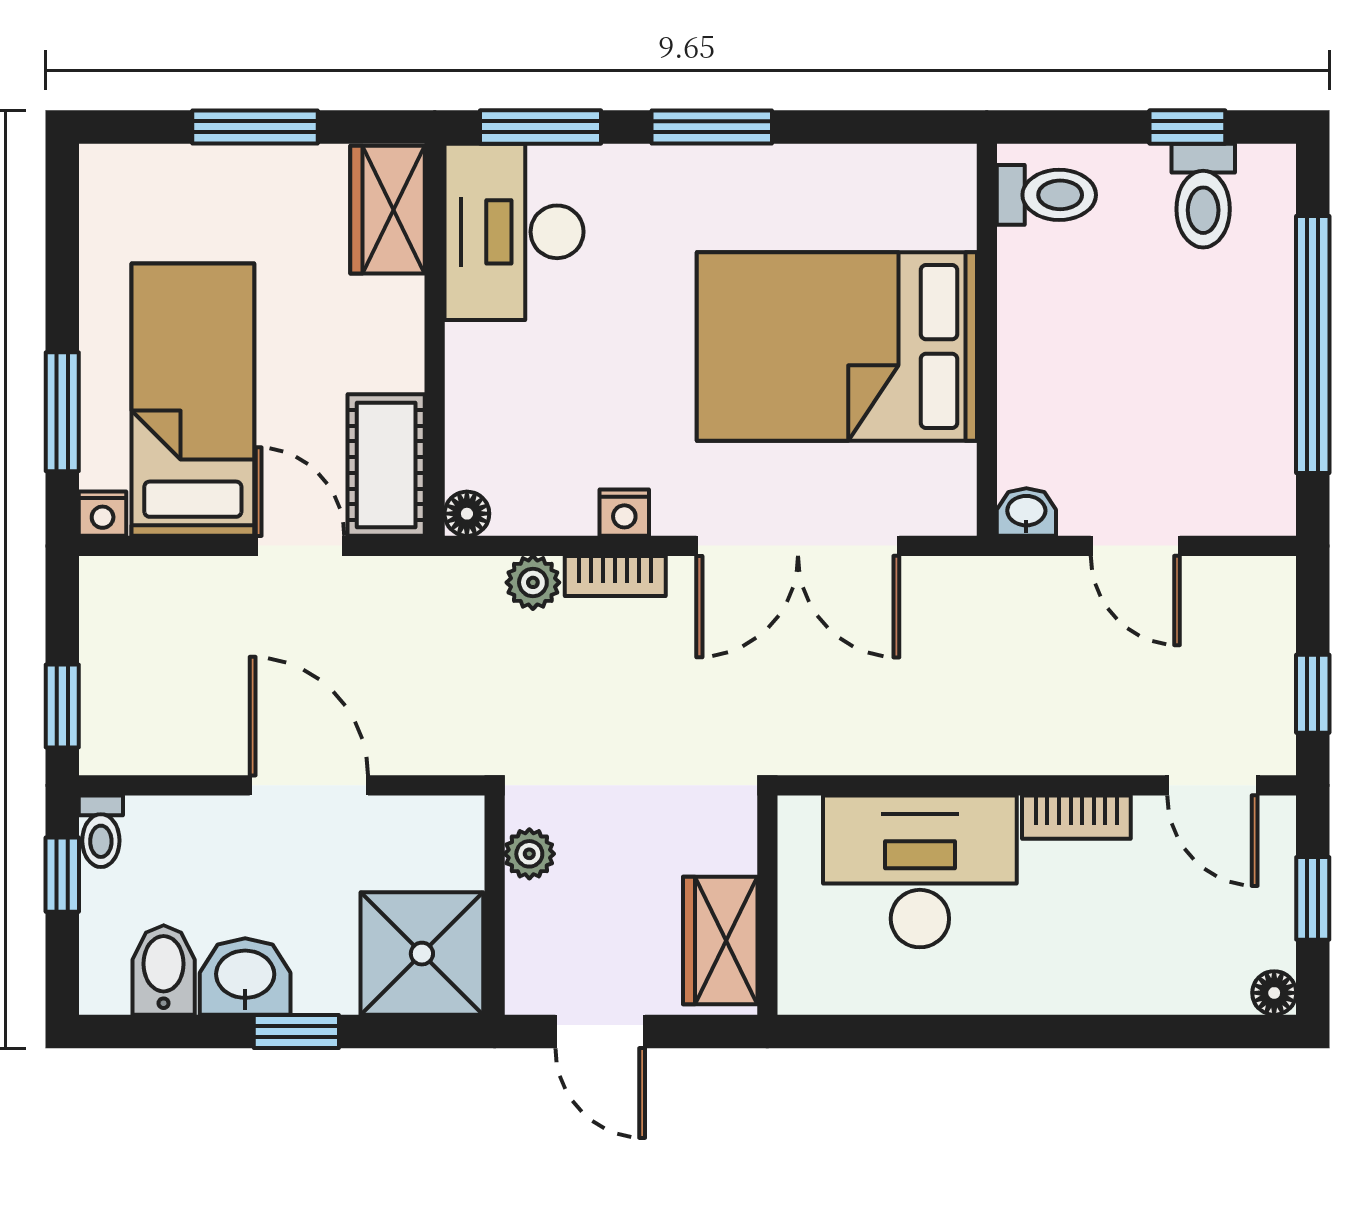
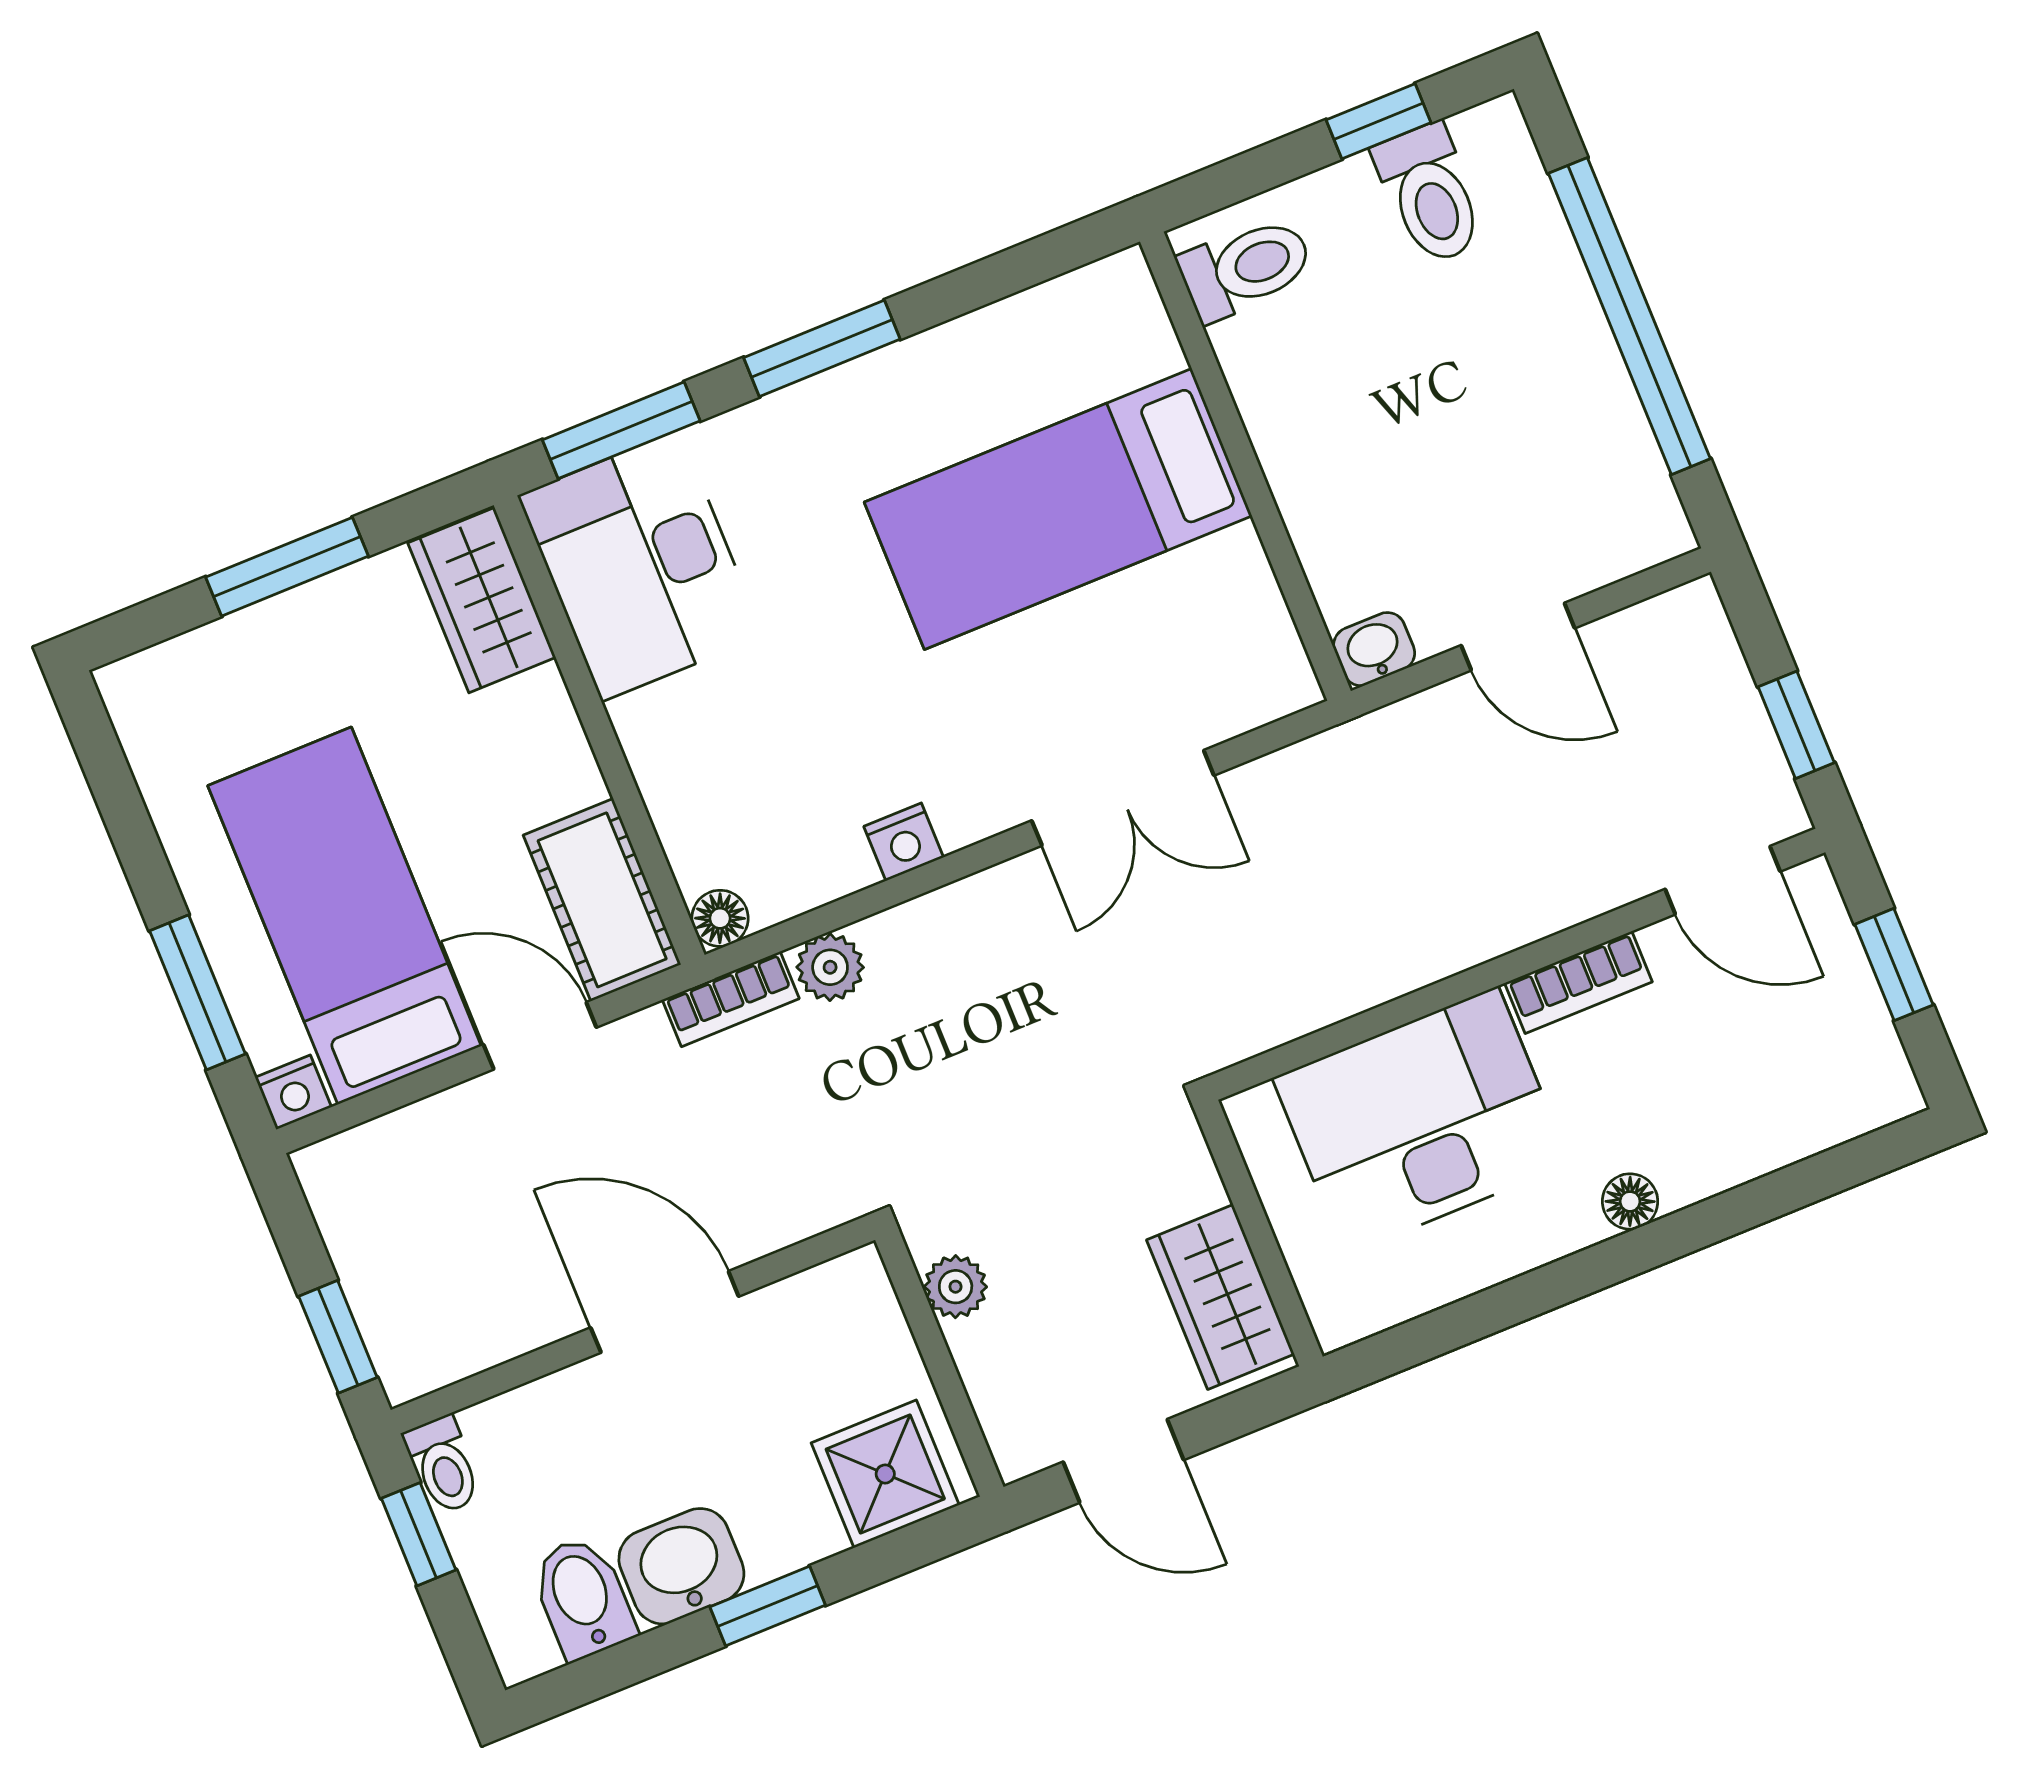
bed: (837, 346) -> (1058, 509), width x0.67
double door: (798, 546) -> (1123, 798), width x0.73
bookcase: (615, 576) -> (731, 999), moved
shower: (422, 954) -> (885, 1474), width x0.73, depth x0.73
floor lamp: (1274, 993) -> (1630, 1201), moved

